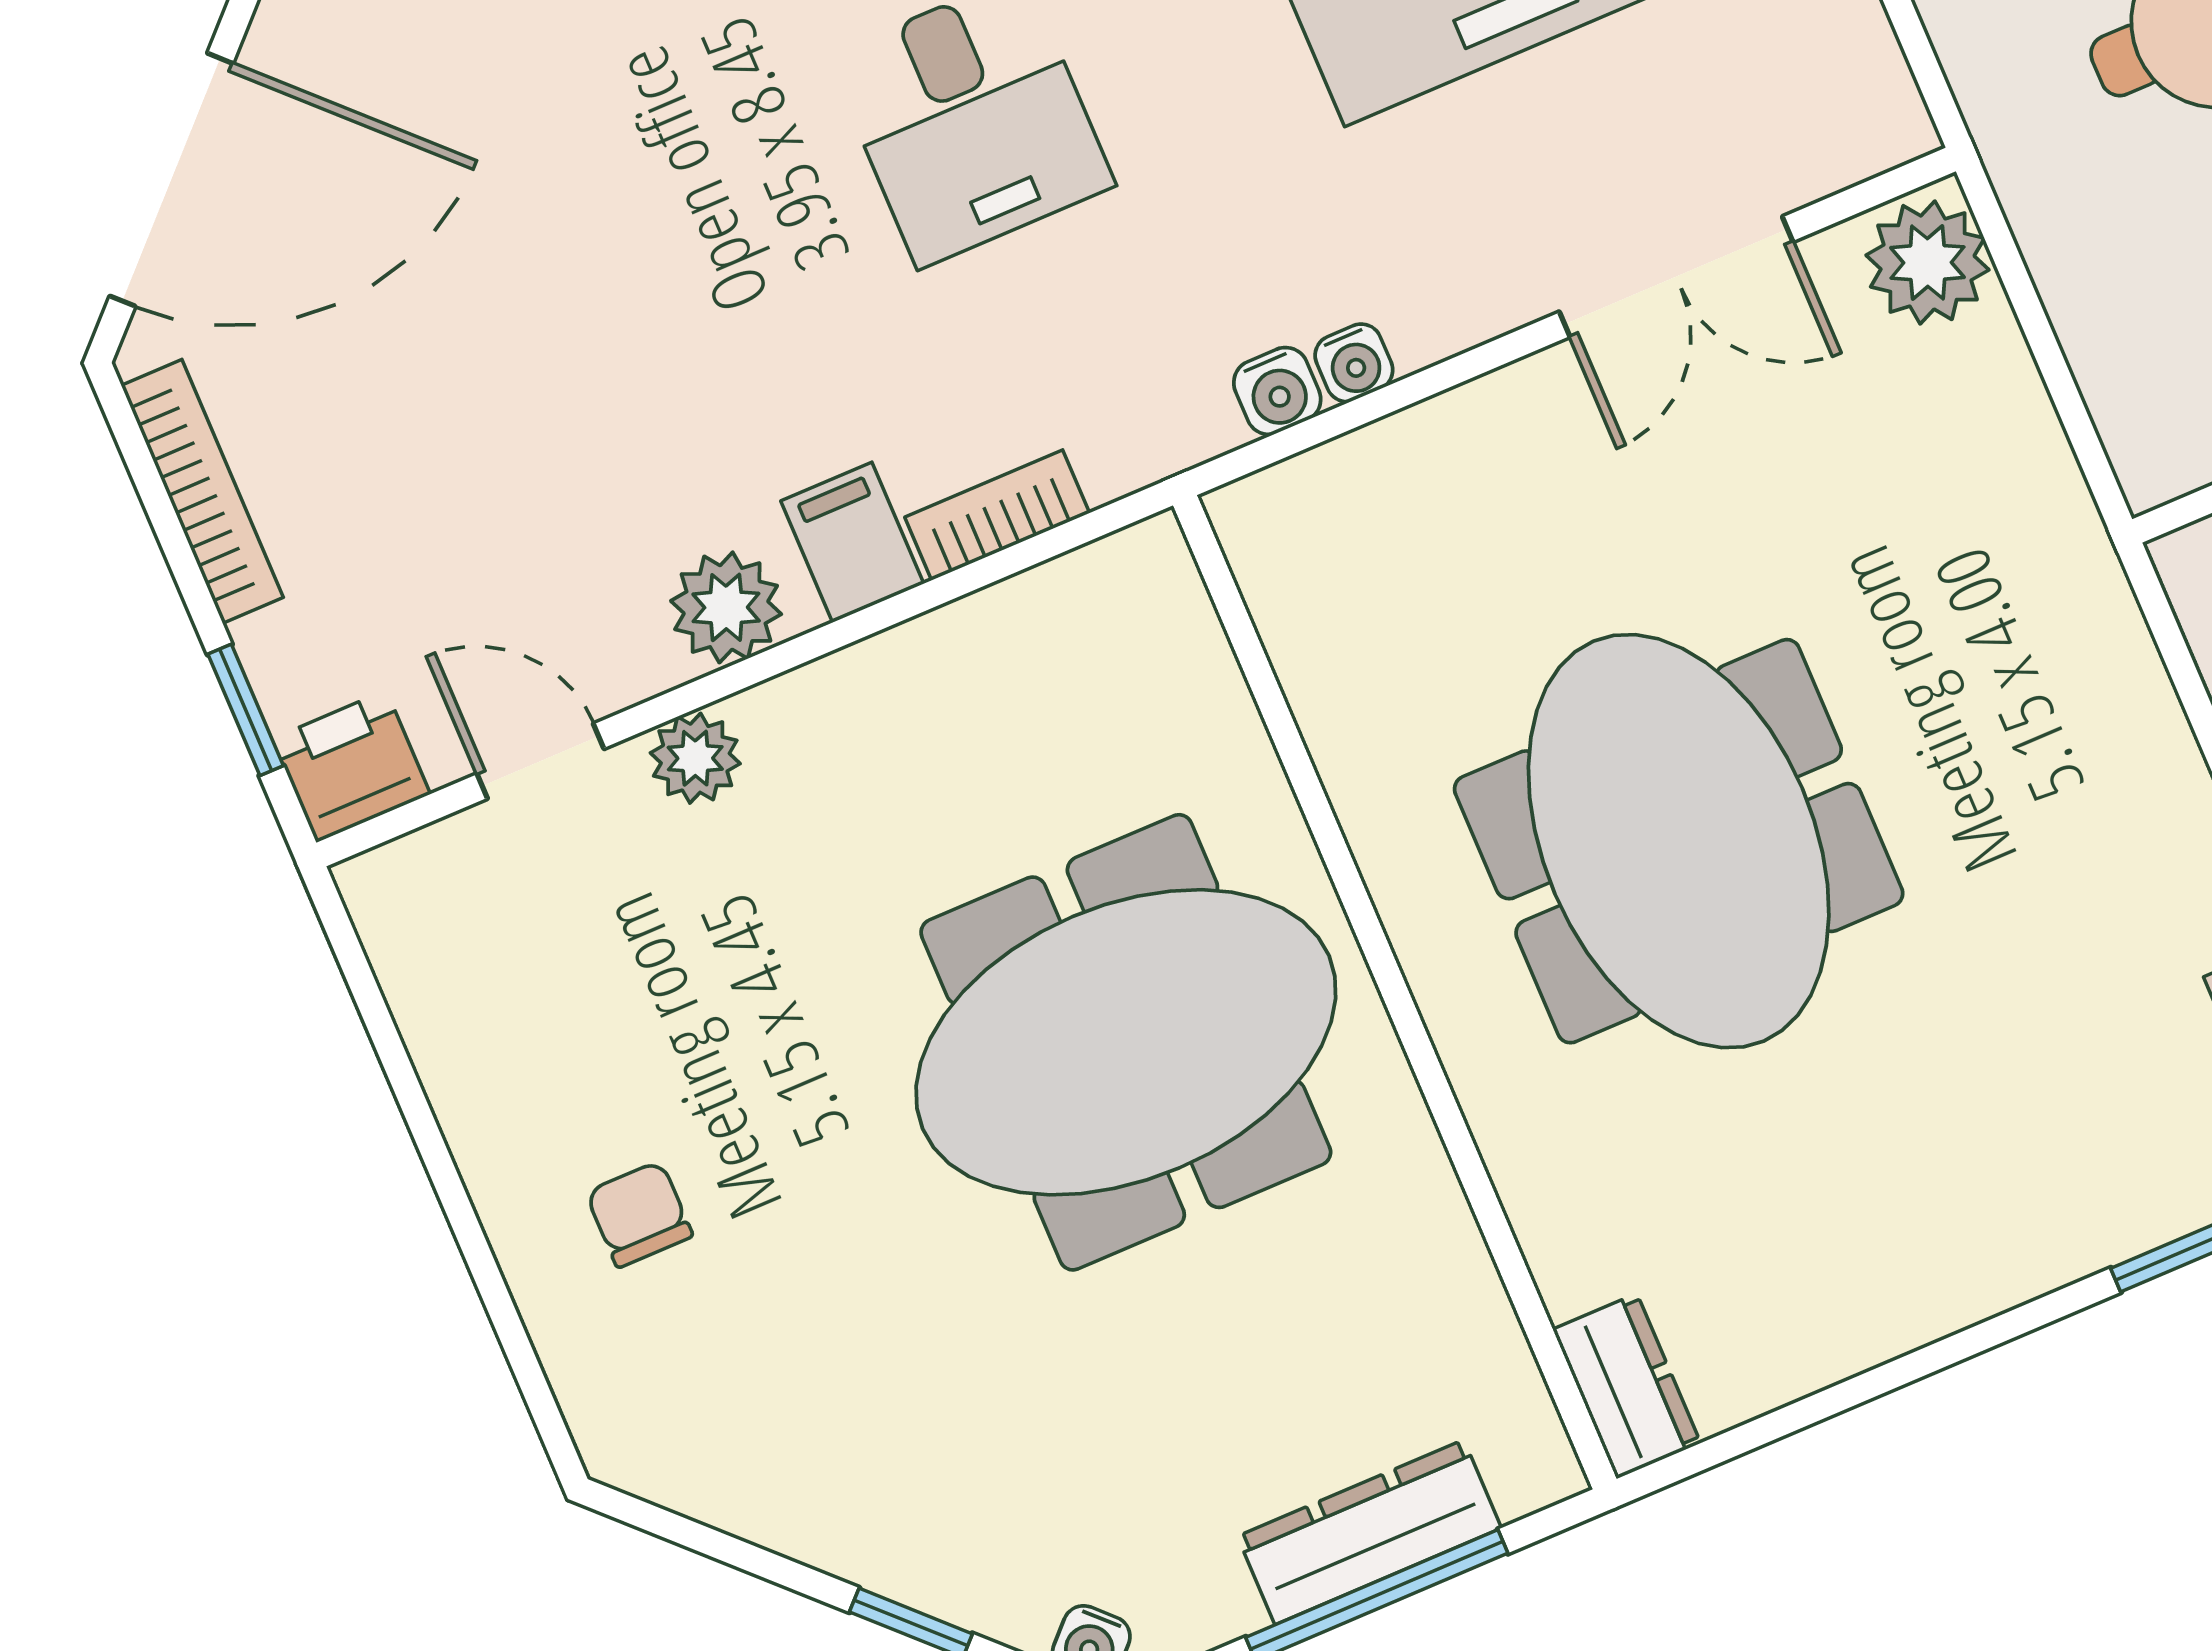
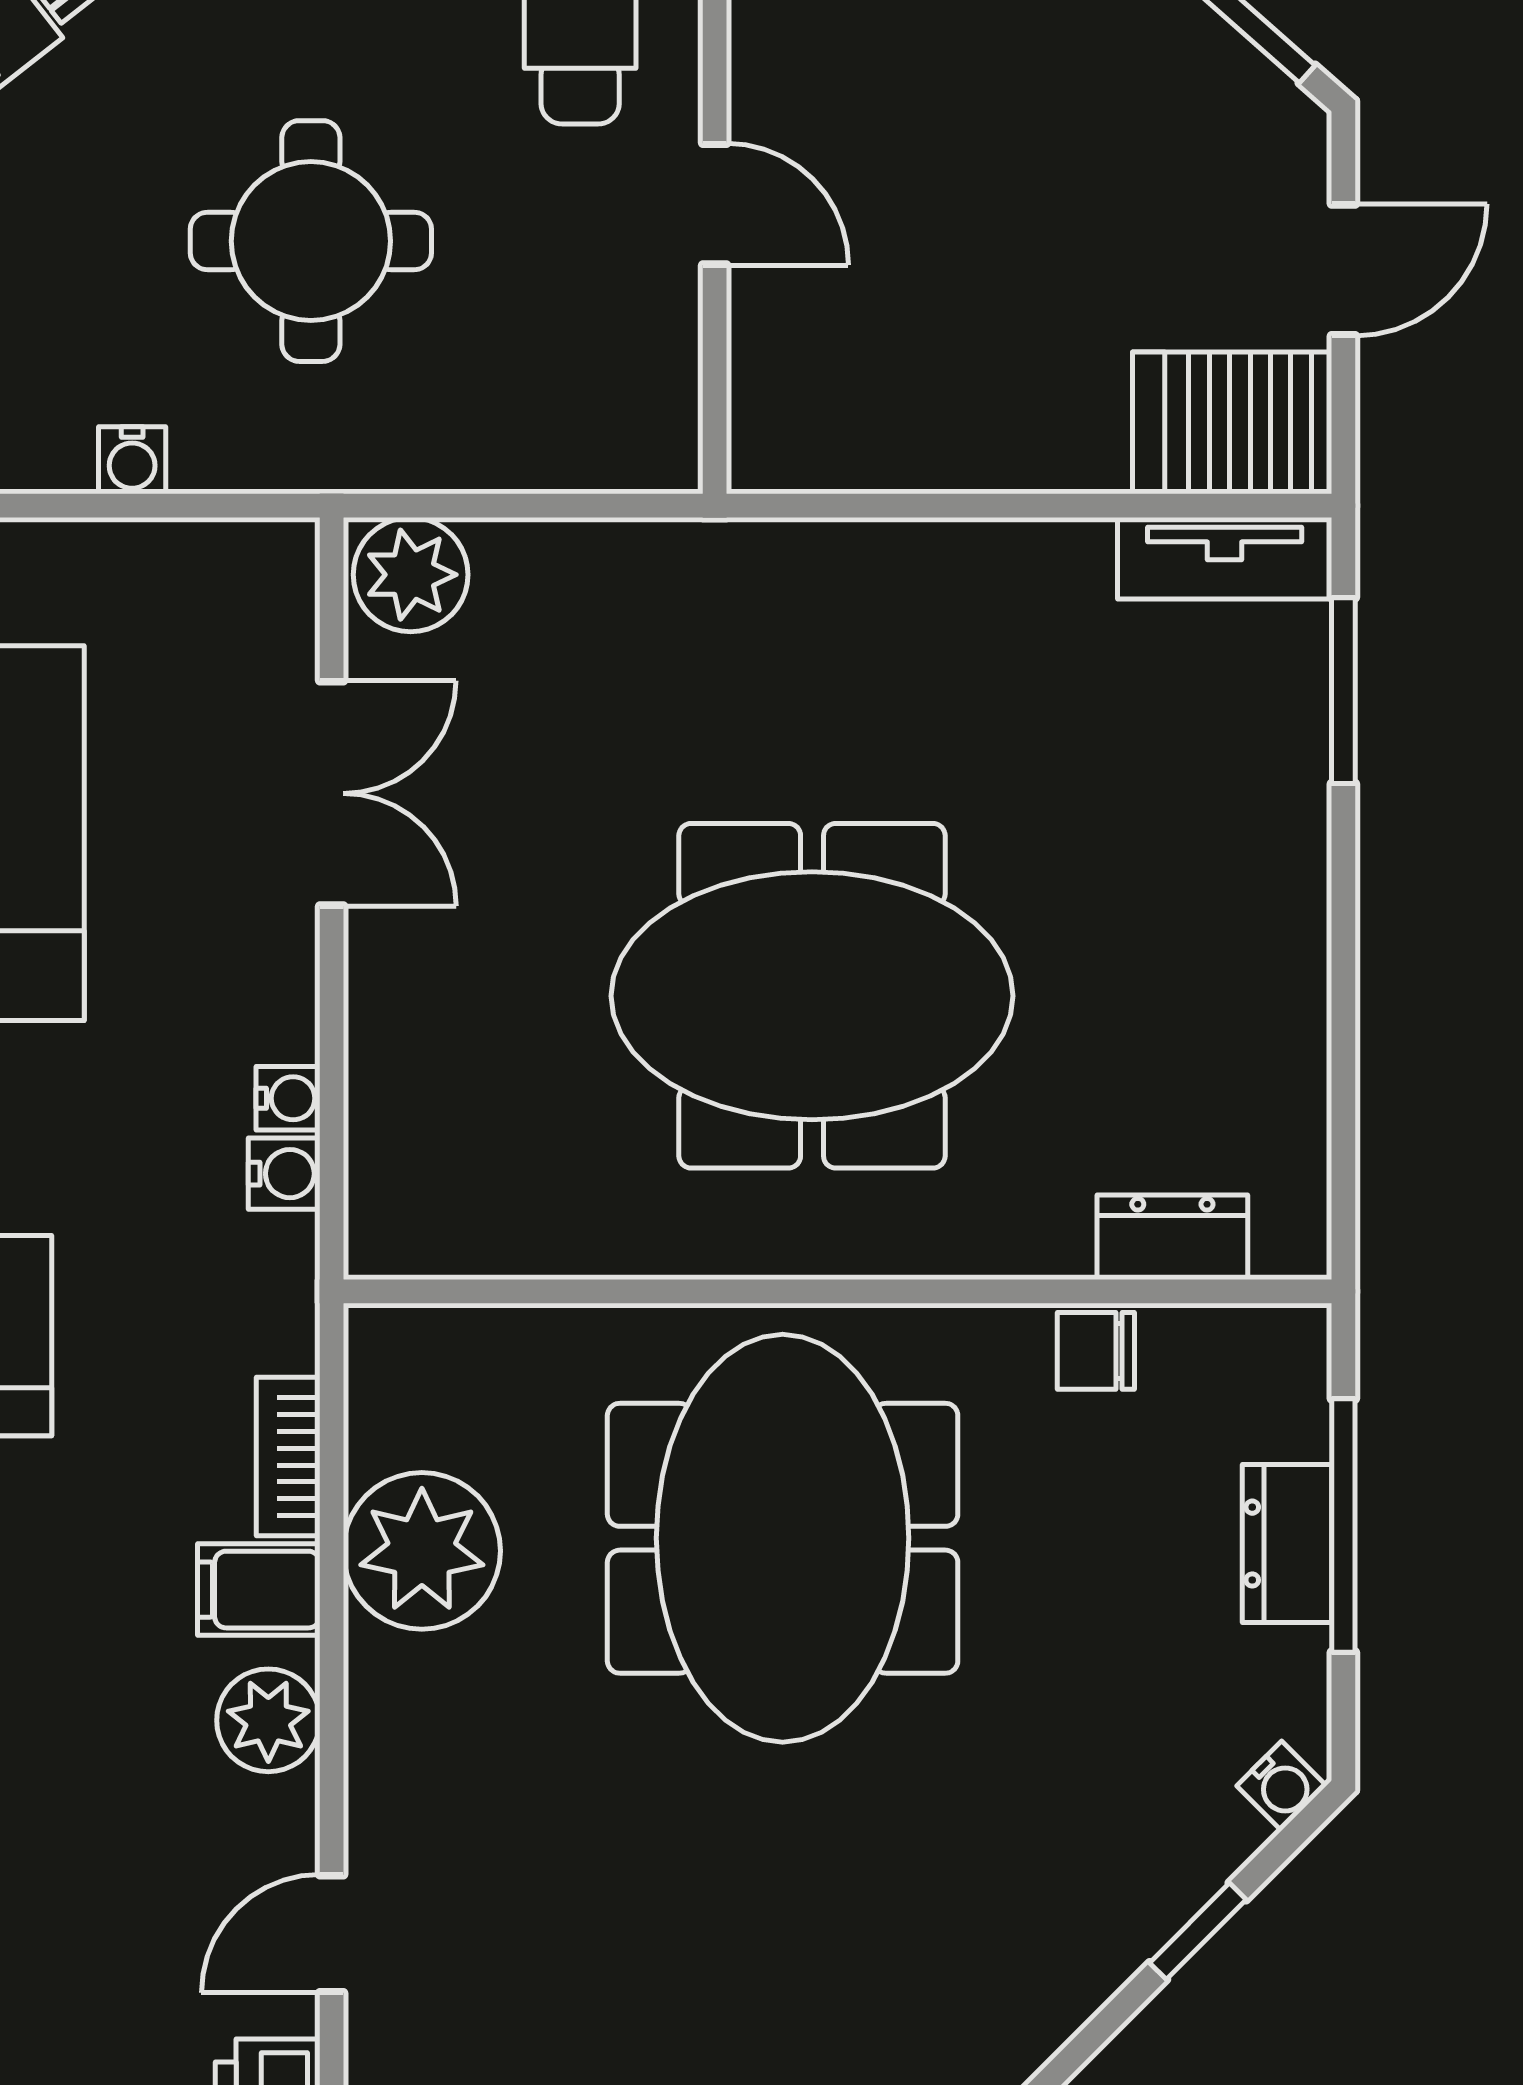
plant: (695, 758) -> (422, 1551), moved, width x1.87, depth x1.87
chair: (639, 1214) -> (1096, 1351), moved
dresser: (1627, 1386) -> (1172, 1237), moved
dresser: (1369, 1532) -> (1287, 1544), width x0.70

